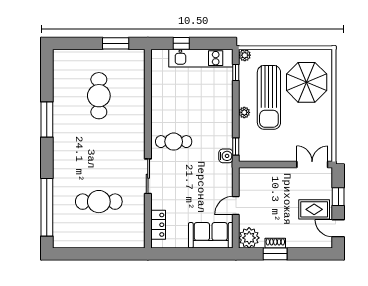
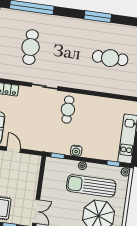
water cooler: (226, 156) -> (76, 151), moved

